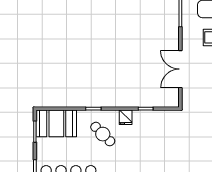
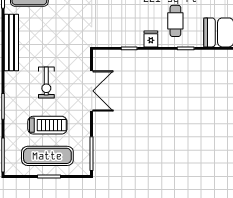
cafe table: (103, 134) -> (175, 21), turned 45

